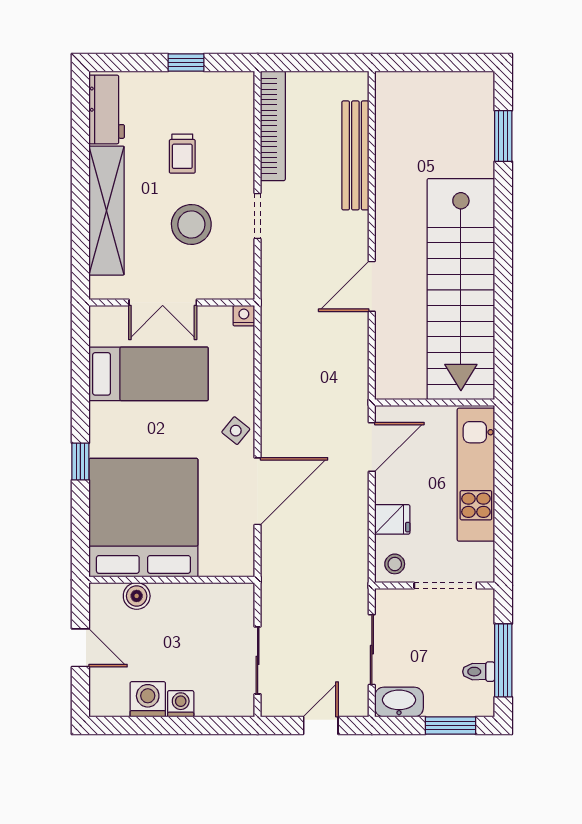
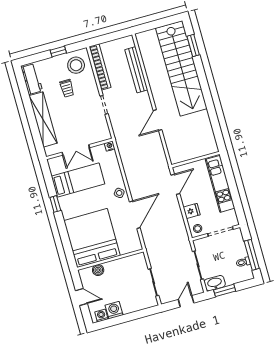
stool: (191, 224) -> (76, 65), moved
stairs: (461, 289) -> (181, 68), moved
window: (80, 461) -> (55, 204), moved
washing machine: (181, 704) -> (101, 316), moved
window: (450, 725) -> (225, 290), moved

